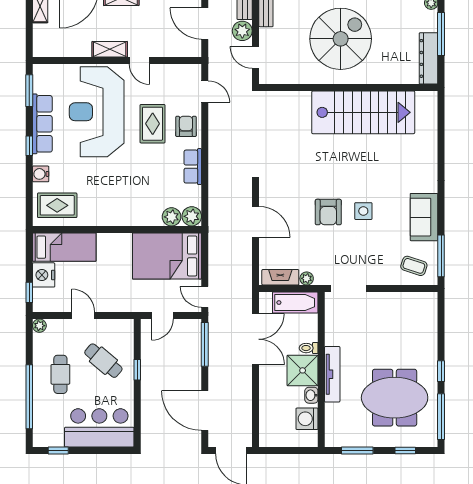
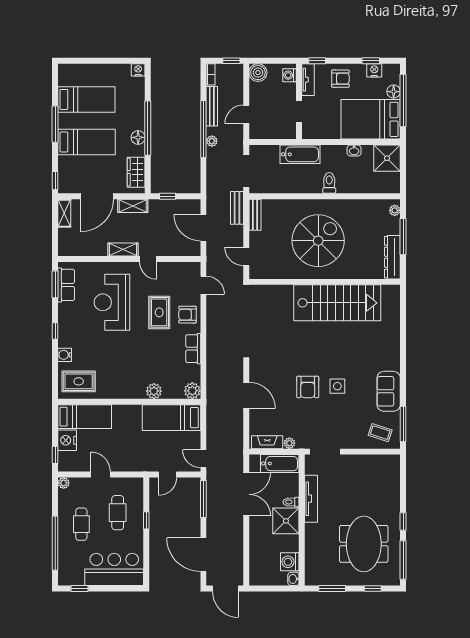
plant: (242, 31) -> (235, 234), removed
reception desk: (97, 112) -> (112, 302), width x0.74, depth x0.77
row of seats: (42, 124) -> (66, 285), moved, width x0.68
armchair: (186, 126) -> (187, 315), turned -90
plant: (172, 217) -> (154, 391), moved
bed: (167, 256) -> (171, 418), width x0.67
cafe table: (103, 361) -> (118, 513), turned 50
tv unit: (332, 374) -> (311, 499), moved
washbasin: (311, 395) -> (293, 579), moved
meeting table: (395, 398) -> (364, 544), turned 90

